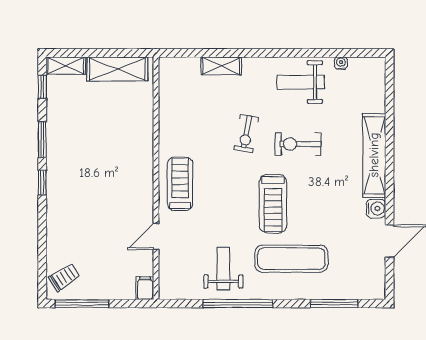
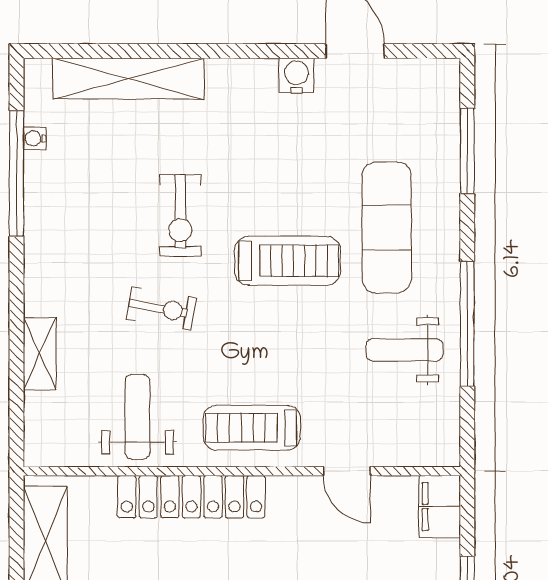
window: (321, 53) -> (17, 174), added
weight bench: (301, 82) -> (137, 417), moved, turned 180
locker: (142, 150) -> (191, 497), added
shelving: (374, 155) -> (128, 79), moved
filing cabinet: (145, 288) -> (440, 506), width x2.00

